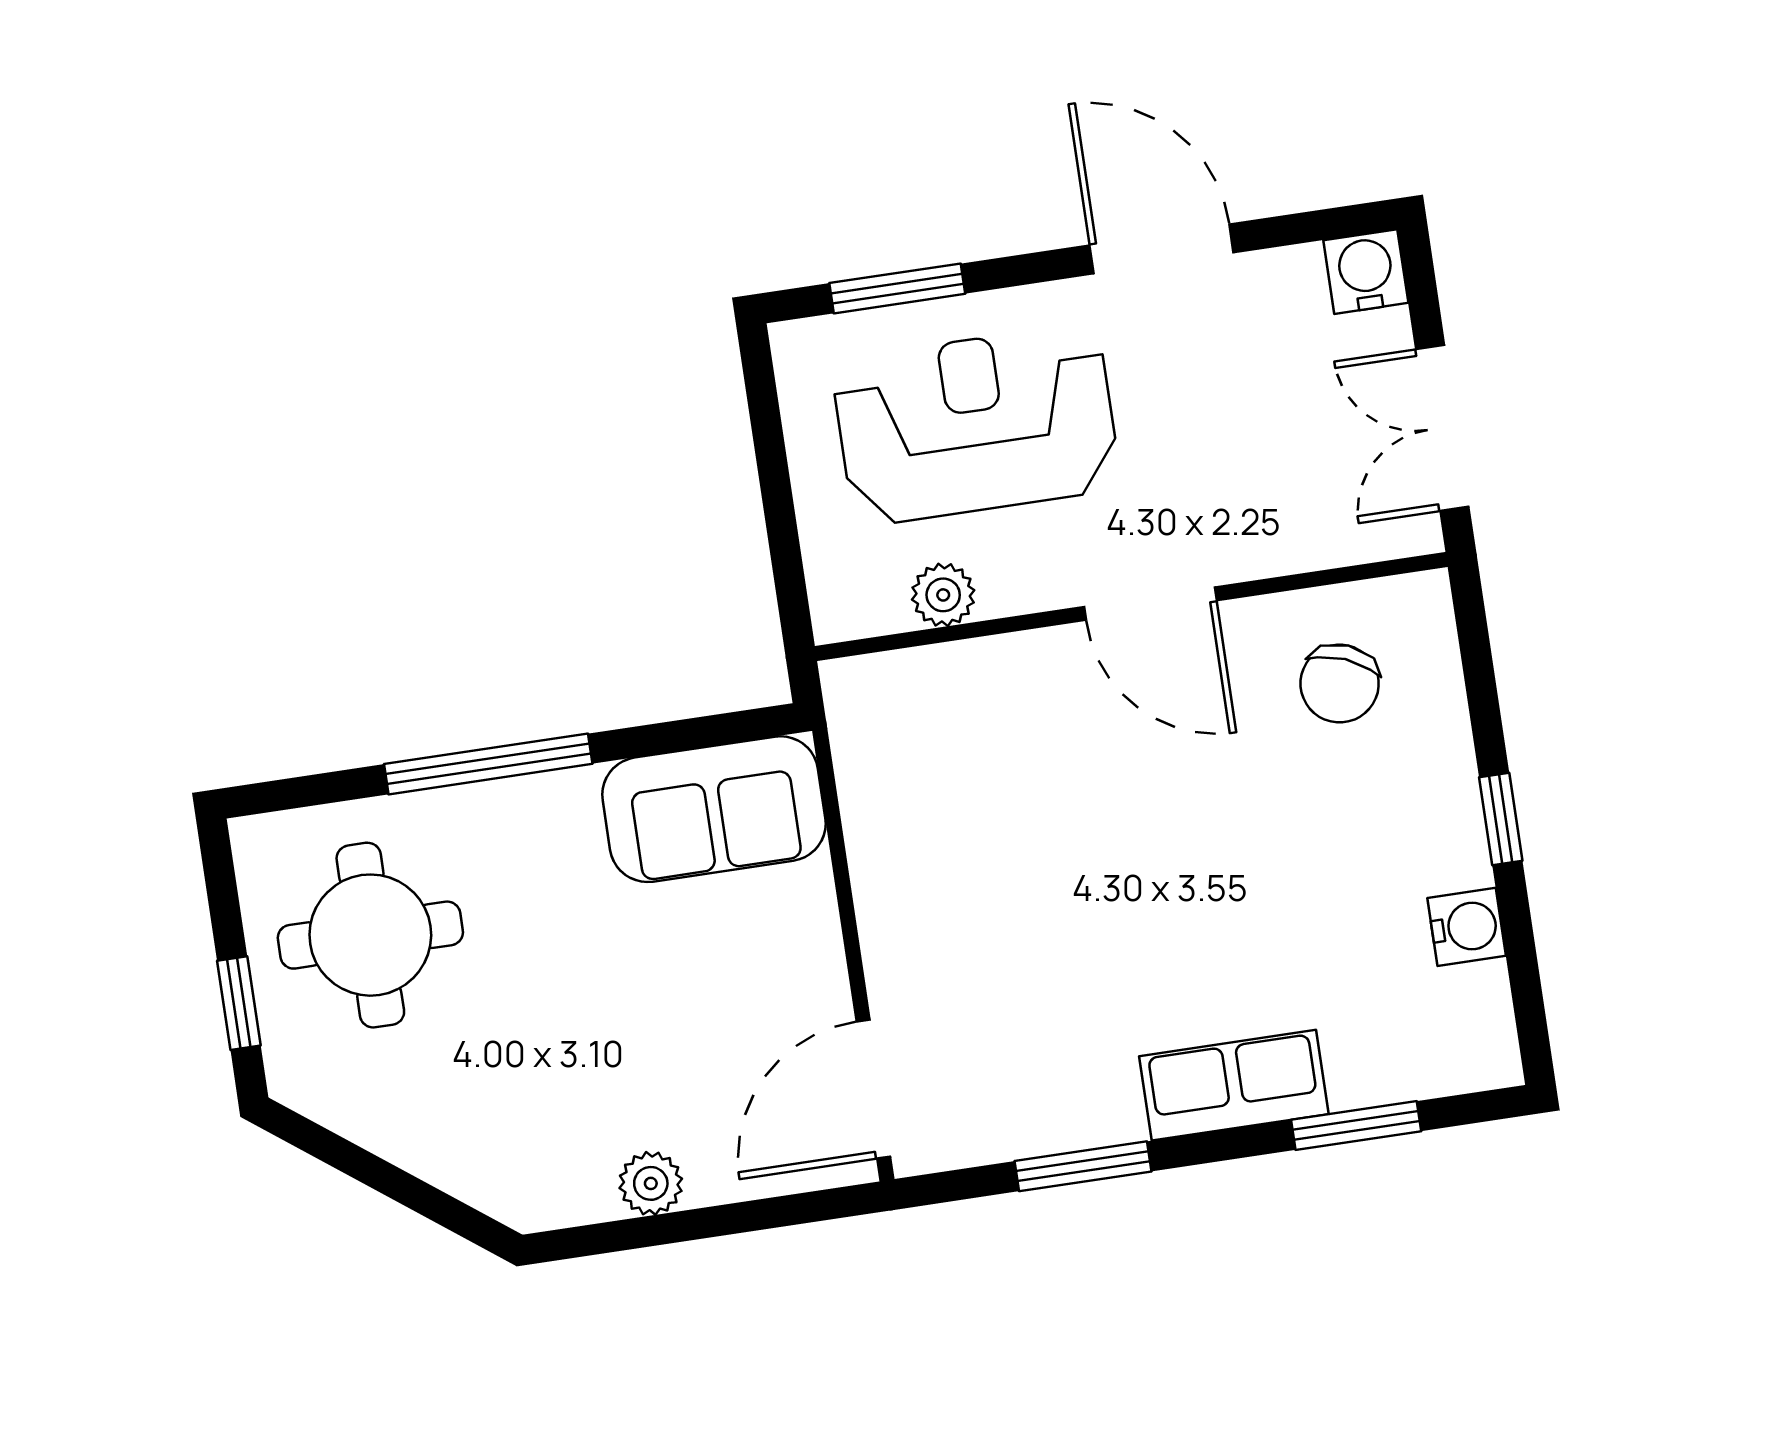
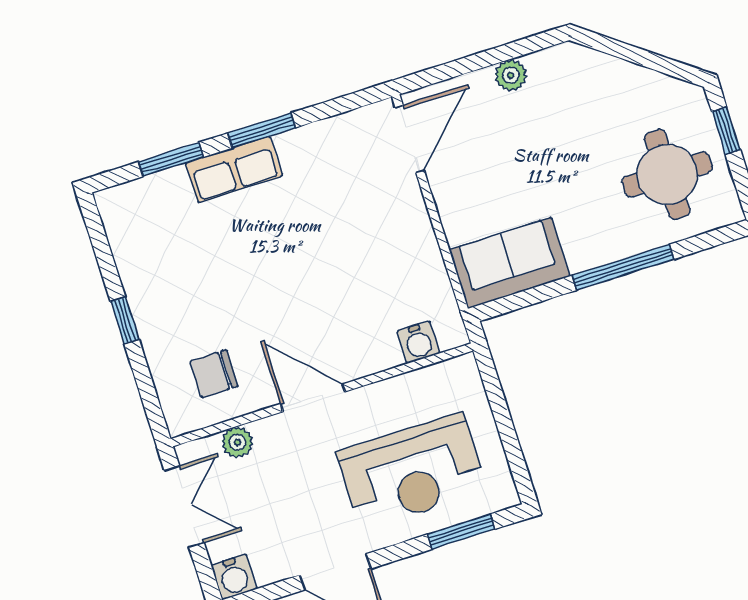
plant: (943, 595) -> (237, 442), moved
chair: (1340, 684) -> (214, 374), turned -112
water cooler: (1467, 927) -> (418, 342), moved, turned -90
window: (1083, 1166) -> (262, 130), moved

